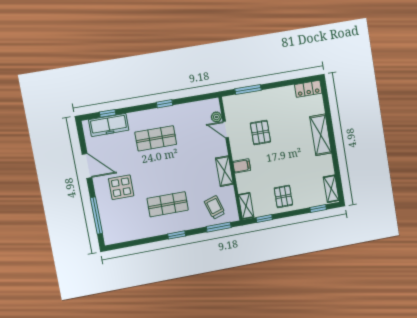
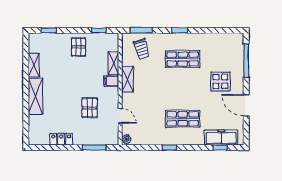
locker: (308, 89) -> (61, 139), moved
plant: (216, 117) -> (126, 139), moved
shelving: (331, 189) -> (34, 65), moved
shelving: (246, 206) -> (113, 63), moved

